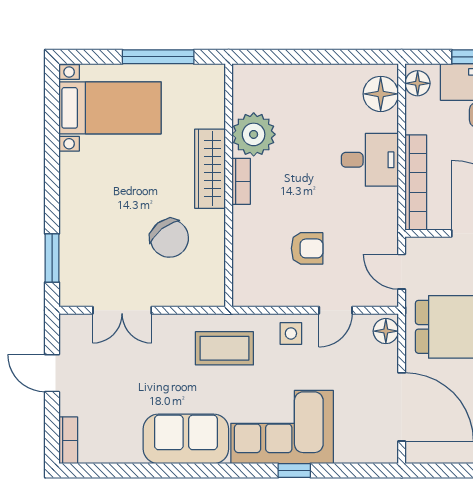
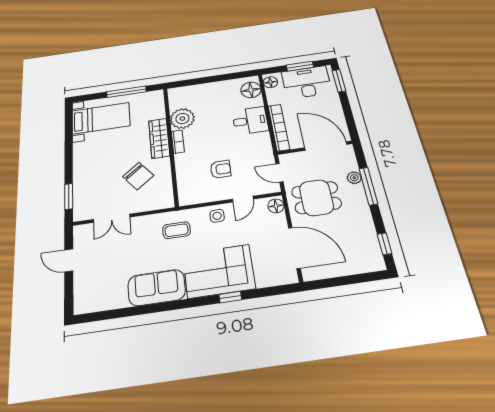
coffee table: (224, 348) -> (177, 230), width x0.73, depth x0.77
bookcase: (68, 440) -> (79, 300), removed

